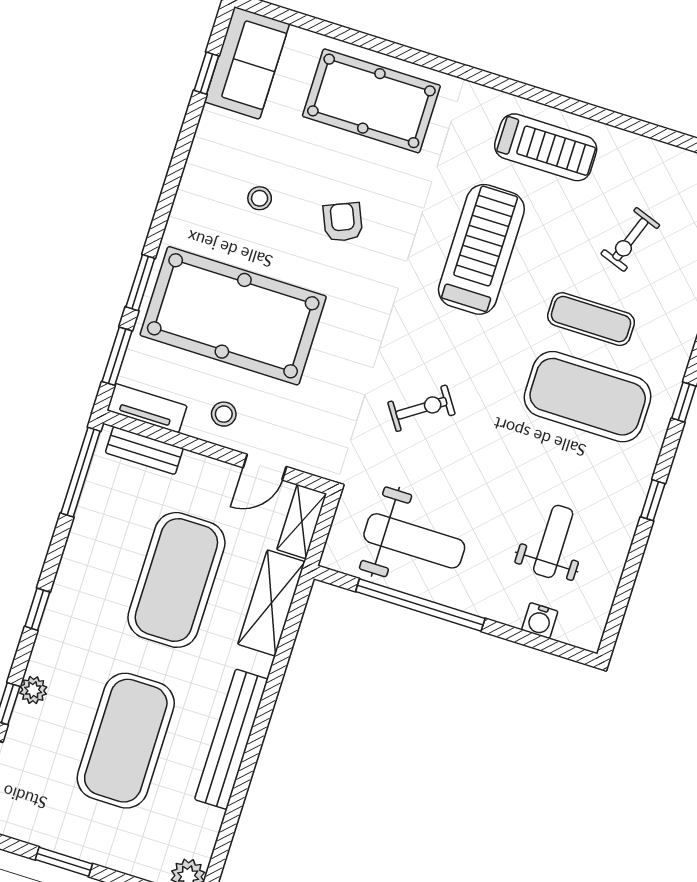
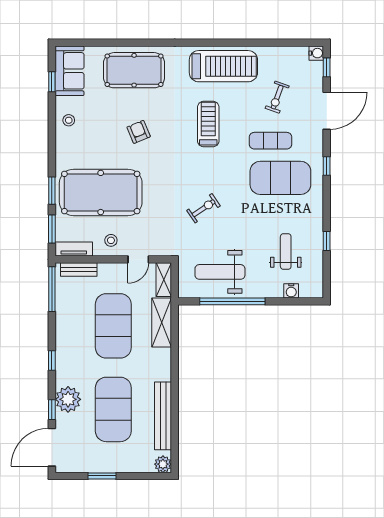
treadmill: (546, 147) -> (223, 66), width x1.37, depth x1.38
stool: (260, 198) -> (69, 120), moved
treadmill: (481, 249) -> (208, 124), width x0.73, depth x0.73
window: (653, 500) -> (327, 241), moved
weight bench: (414, 541) -> (220, 272), turned 180
plant: (33, 690) -> (68, 399), width x1.88, depth x1.88
bench: (231, 739) -> (163, 416), moved

